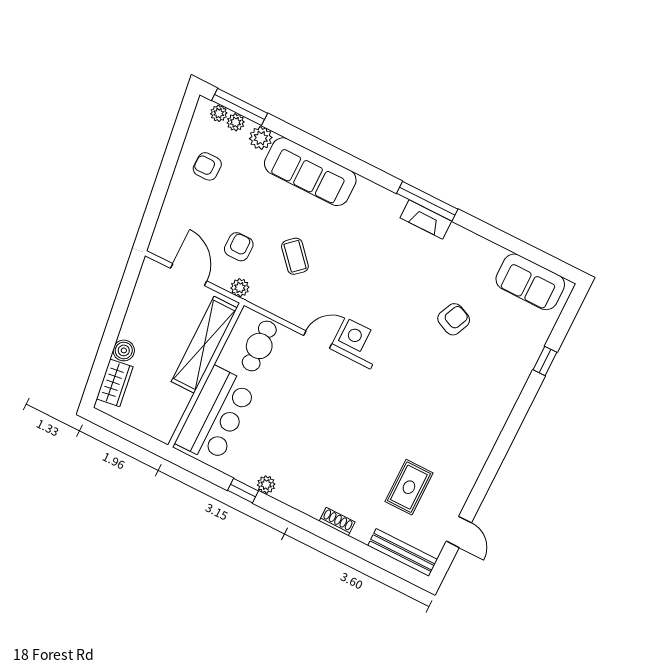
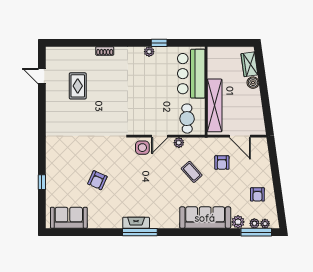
armchair: (207, 166) -> (257, 194), turned 90
plant: (240, 288) -> (179, 143), moved
bench: (403, 553) -> (65, 52), removed

